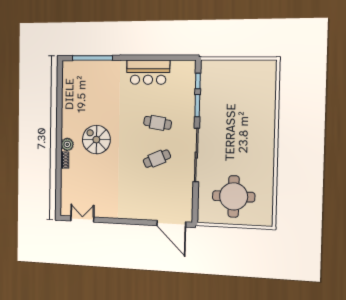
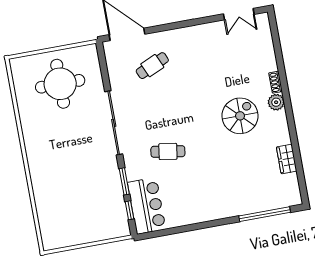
bar counter: (148, 72) -> (147, 206), moved, turned 90
wardrobe: (68, 98) -> (287, 159), added
spiral stairs: (96, 140) -> (240, 116), turned -90
cafe table: (157, 159) -> (152, 66), moved

